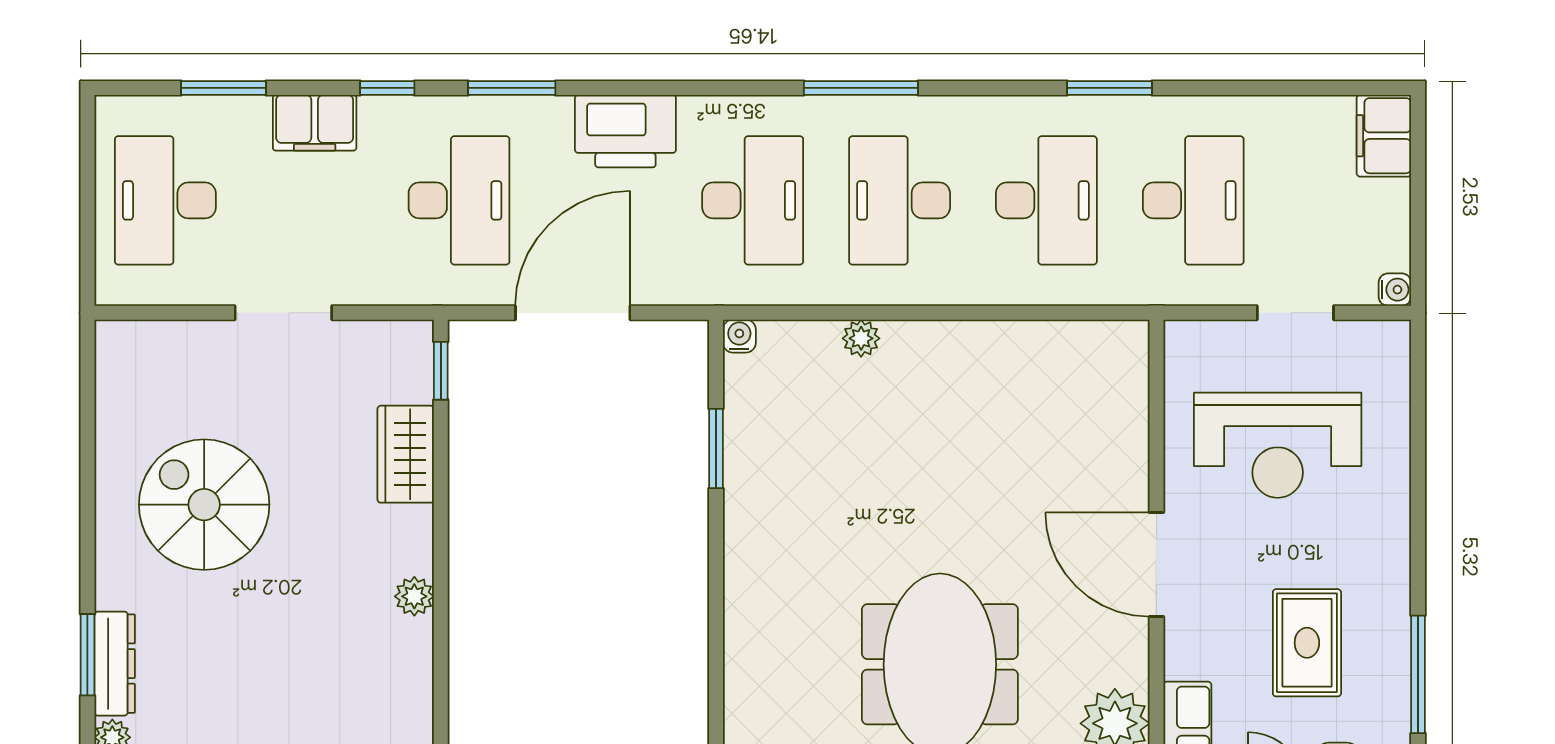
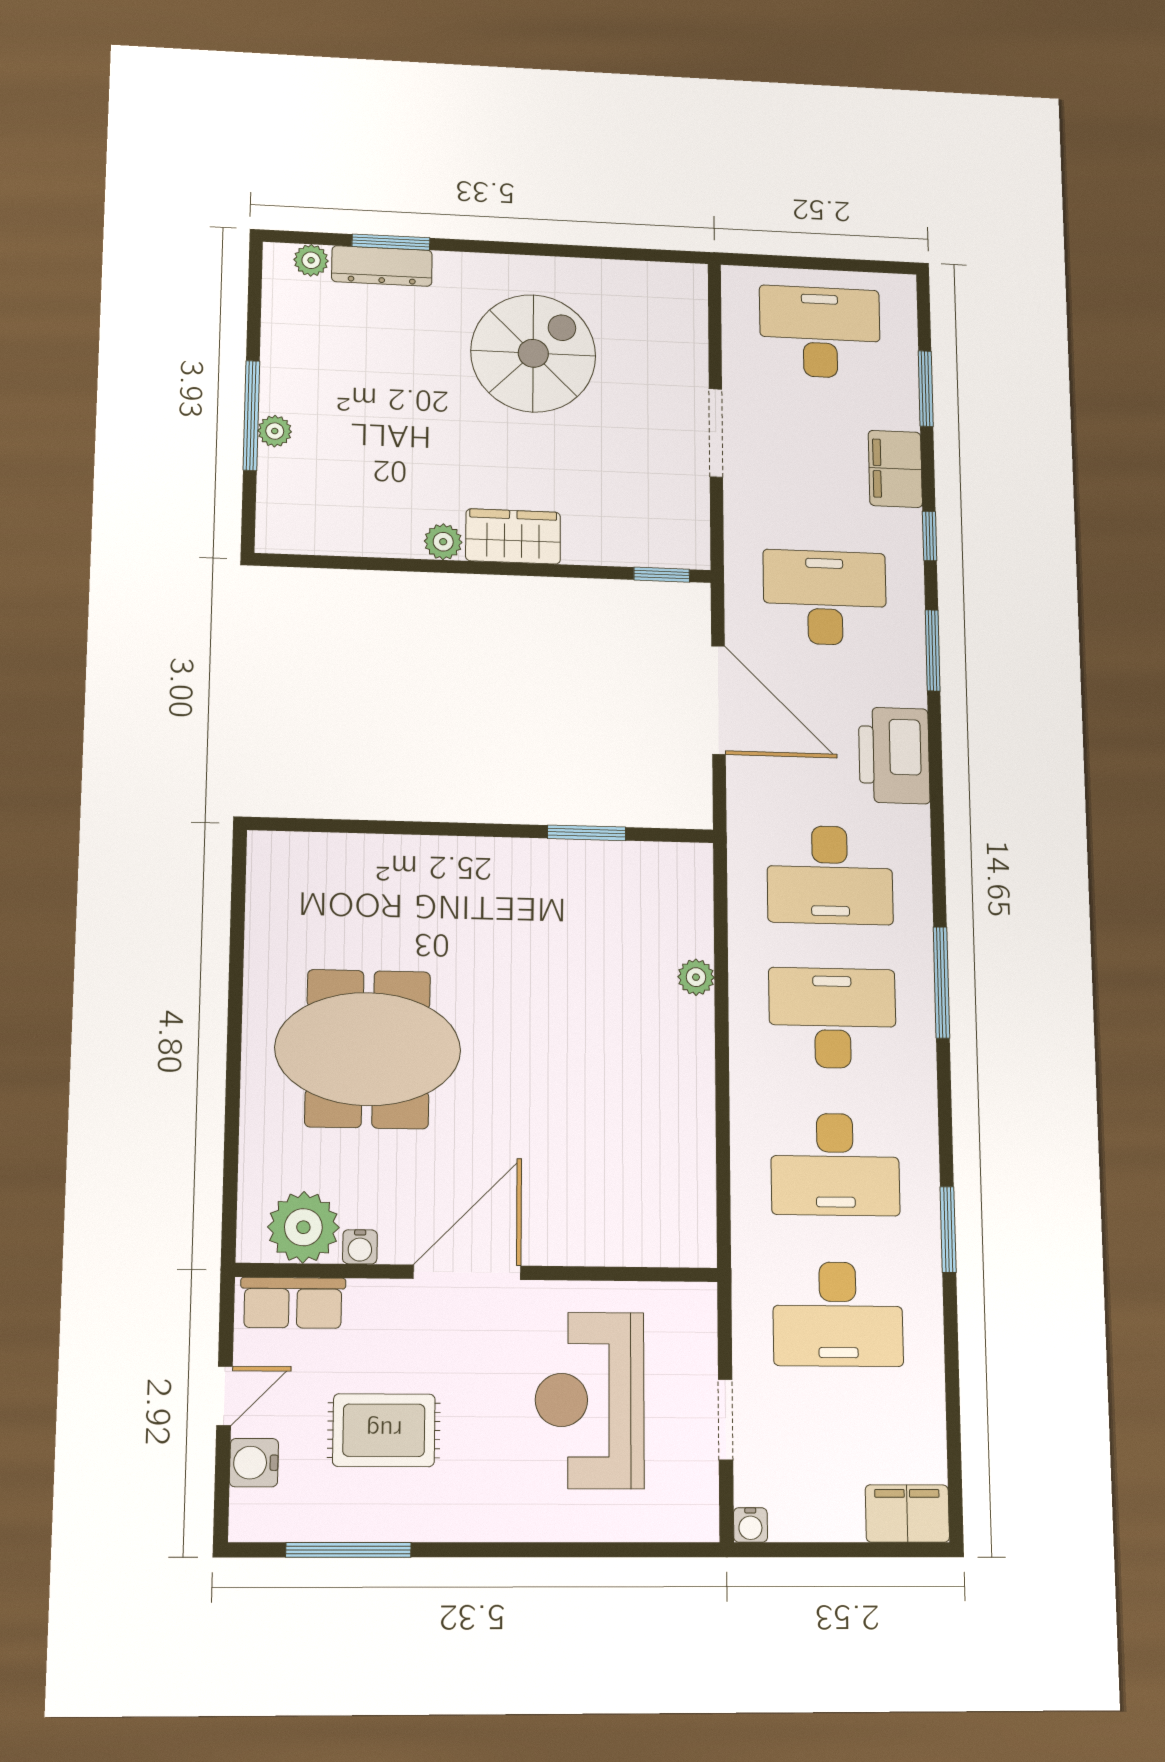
desk: (459, 200) -> (825, 598), turned 180
water cooler: (739, 336) -> (360, 1247), moved, turned 90
wardrobe: (406, 454) -> (513, 536), moved

